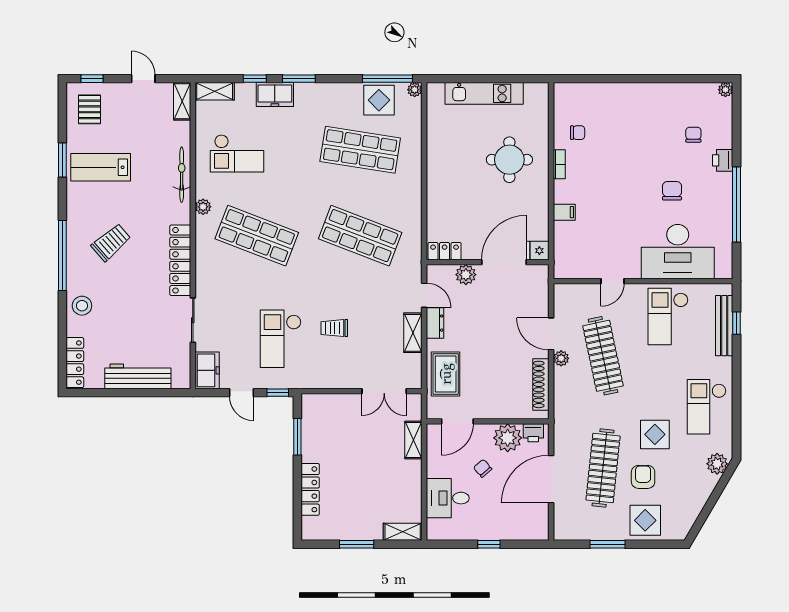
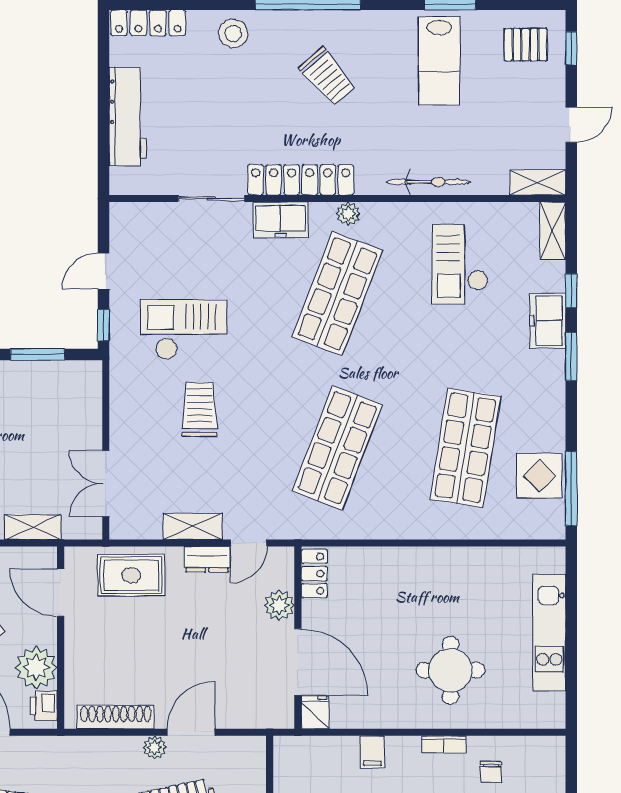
plant: (415, 90) -> (555, 529), removed
lab bench: (101, 167) -> (439, 61), turned 180
plant: (203, 207) -> (348, 214), moved
trolley: (334, 328) -> (200, 409), width x1.36, depth x1.39
freezer: (207, 370) -> (281, 220), moved

